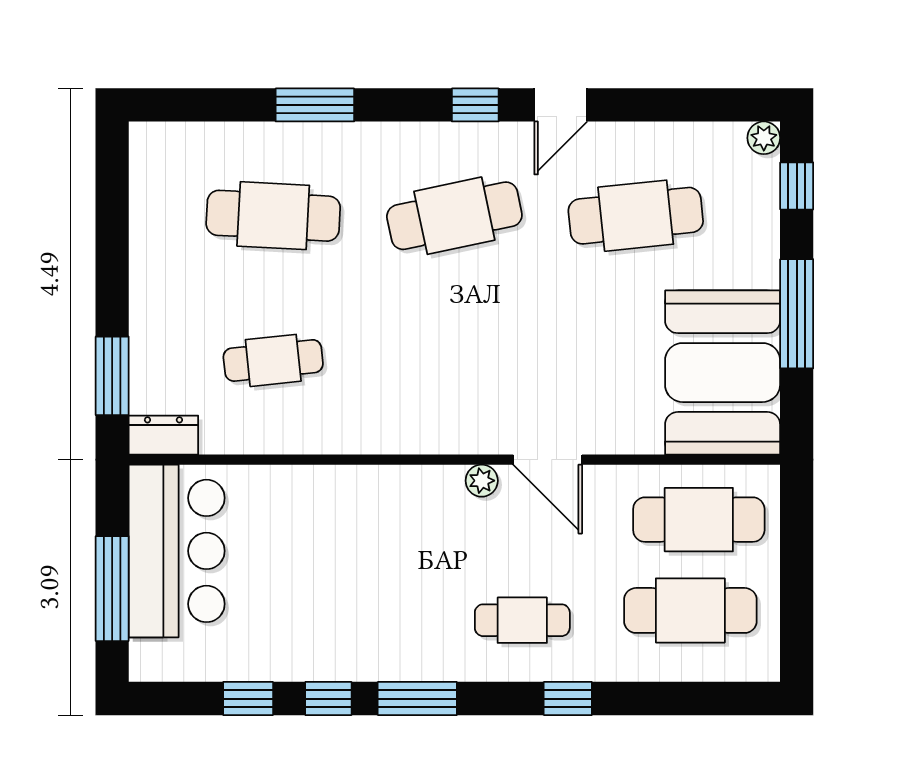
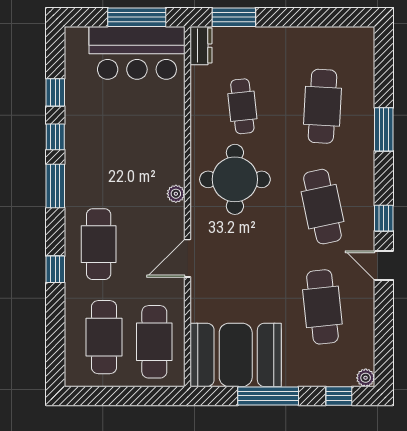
round table: (405, 374) -> (235, 179), added
plant: (482, 481) -> (176, 194), moved
window: (112, 589) -> (137, 17), moved
cafe table: (522, 620) -> (99, 244), width x1.37, depth x1.35

